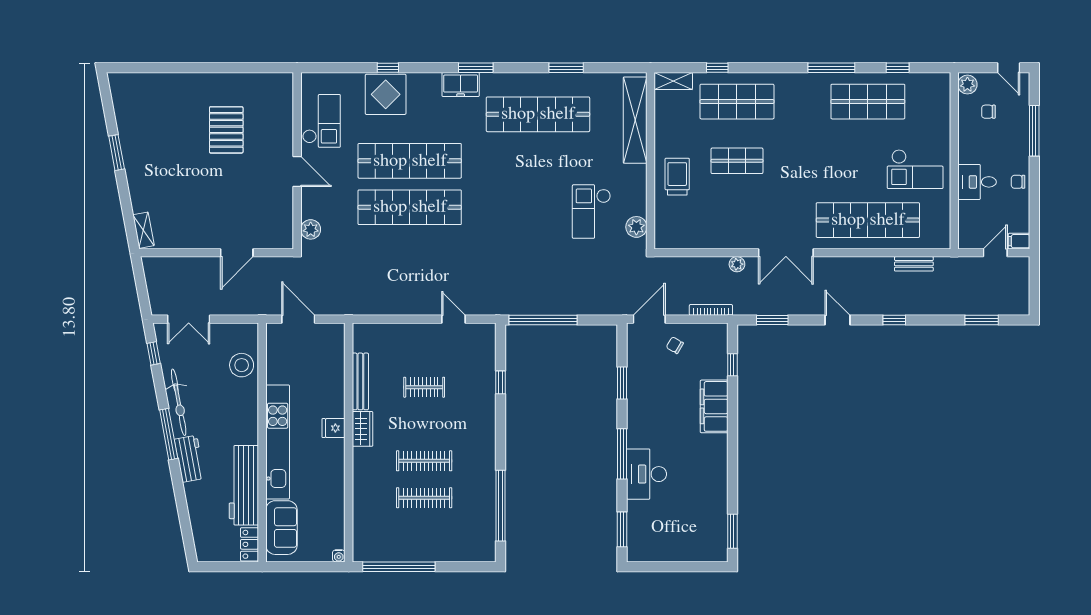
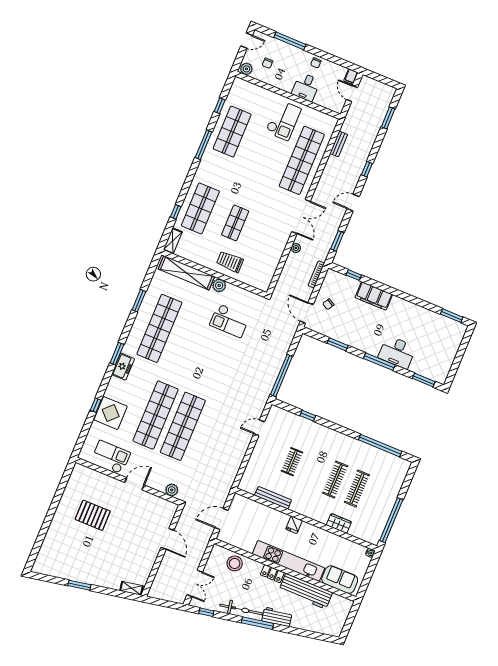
plant: (636, 227) -> (219, 285), moved
wardrobe: (363, 429) -> (339, 523), moved
locker: (250, 544) -> (272, 574), moved

